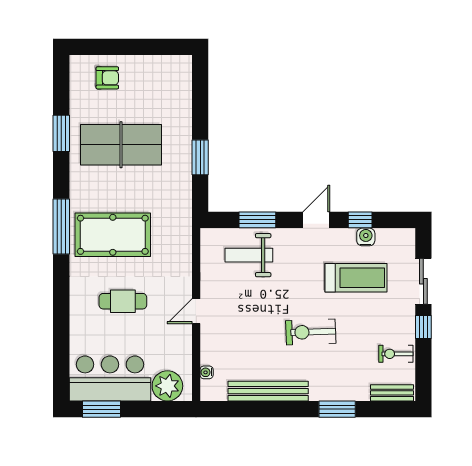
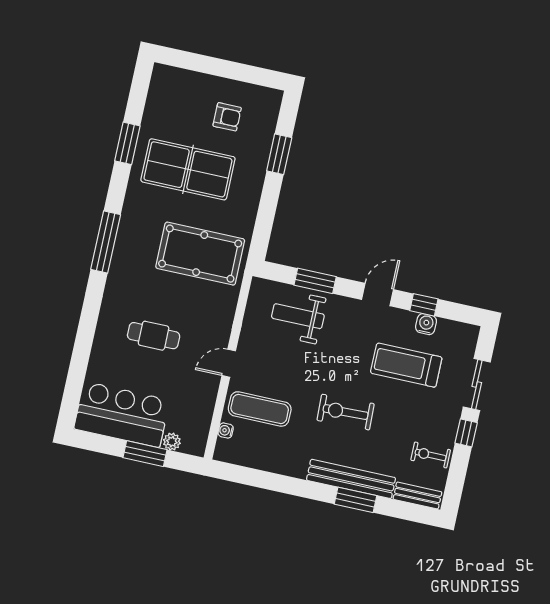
armchair: (107, 78) -> (227, 117), moved
window: (200, 157) -> (279, 154), moved
pool table: (113, 235) -> (200, 254), moved
treadmill: (356, 278) -> (406, 365), turned 180
exercise mat: (233, 346) -> (260, 409), added
plant: (167, 386) -> (172, 442), width x0.53, depth x0.53
bench: (268, 391) -> (351, 479), moved
window: (102, 409) -> (145, 454), moved

